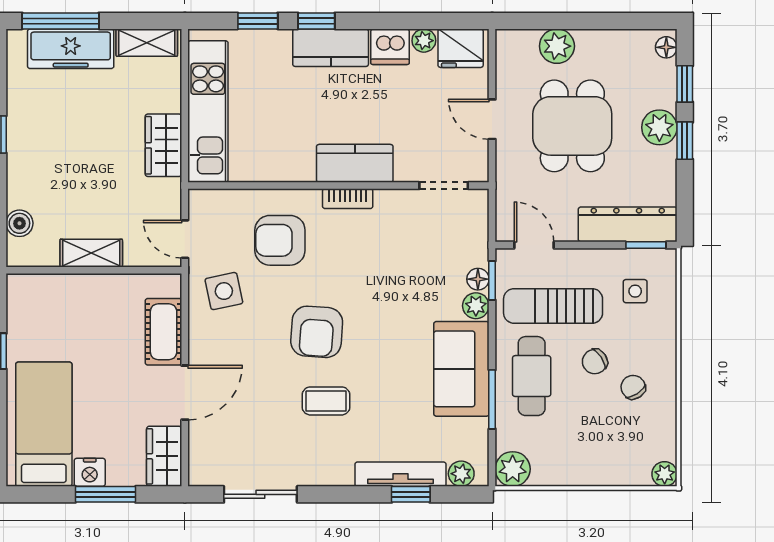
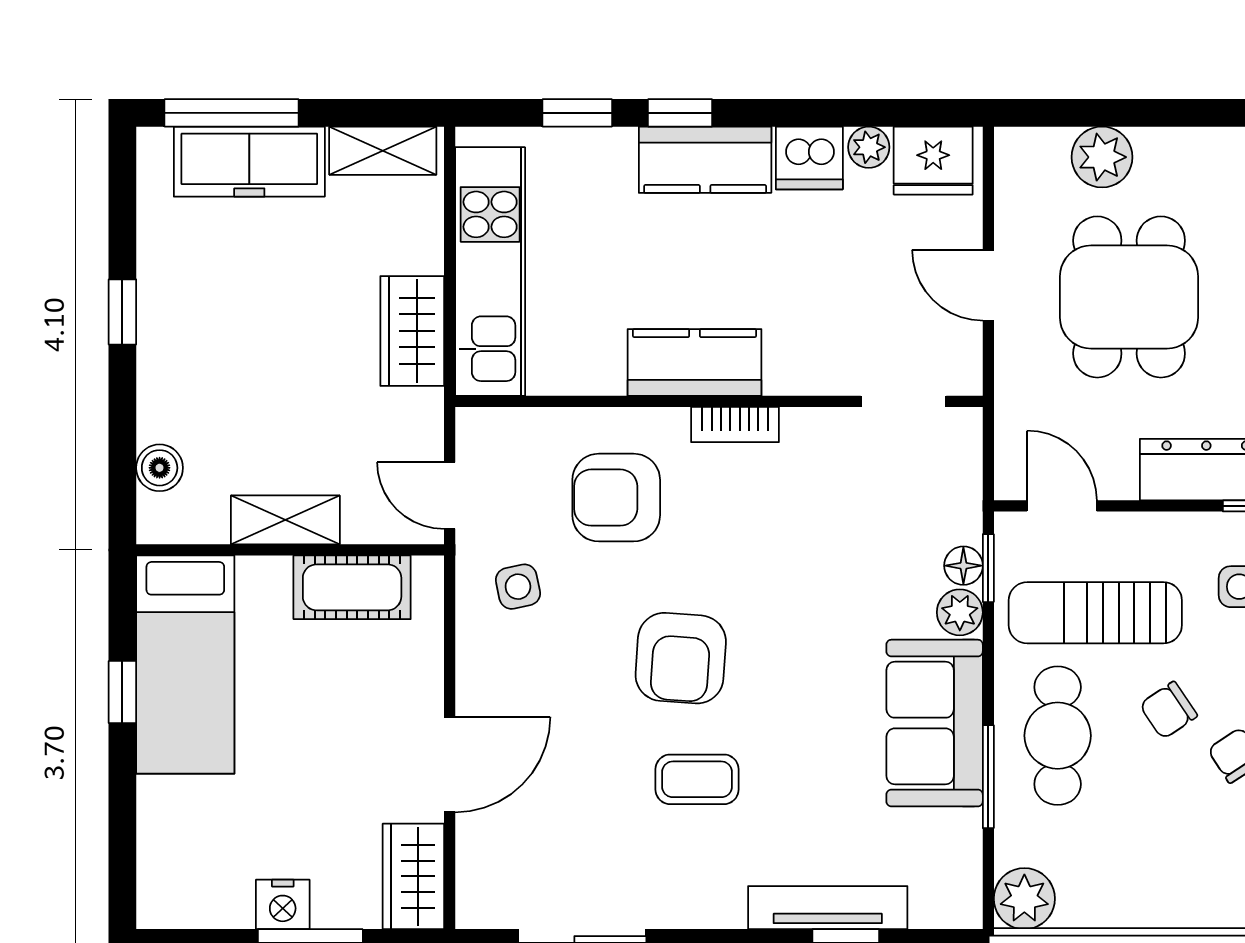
kitchen counter: (355, 163) -> (695, 363), moved
side table: (224, 291) -> (518, 587), width x0.73, depth x0.73
cot: (164, 332) -> (352, 587), moved, turned 90
bed: (44, 424) -> (185, 665), moved, turned 180
plant: (461, 474) -> (934, 907), removed

